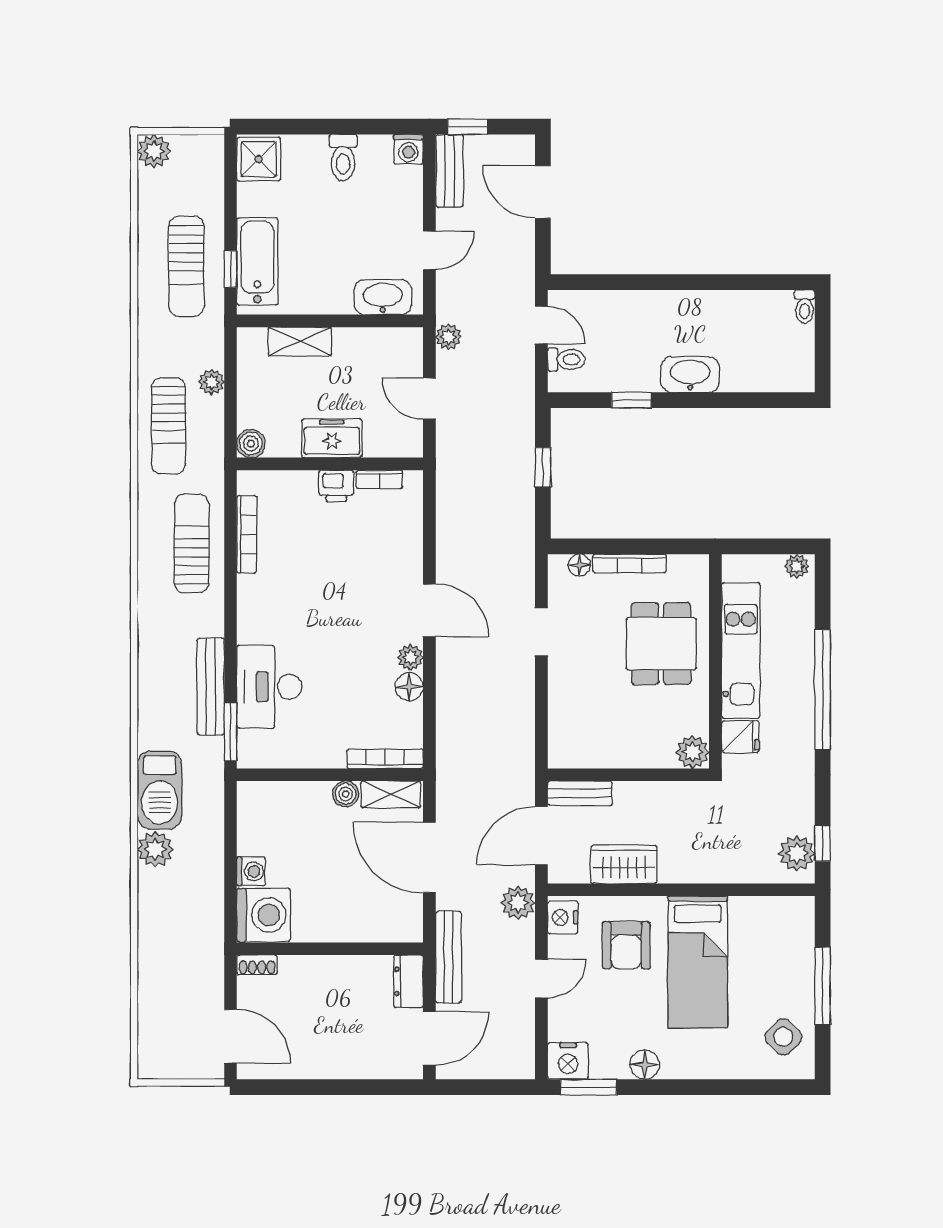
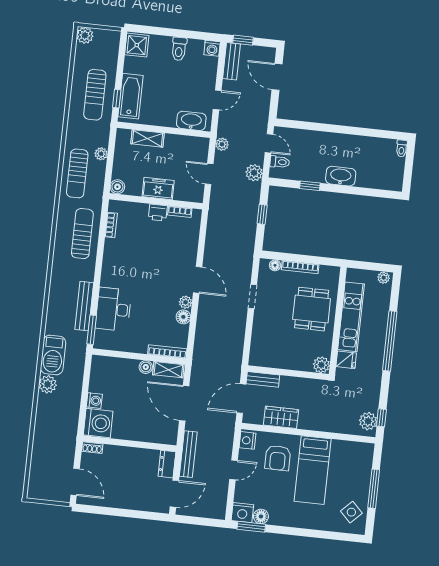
bookcase: (247, 534) -> (111, 225), width x0.64
plant: (518, 903) -> (254, 173), moved
floor lamp: (645, 1065) -> (261, 516), moved

